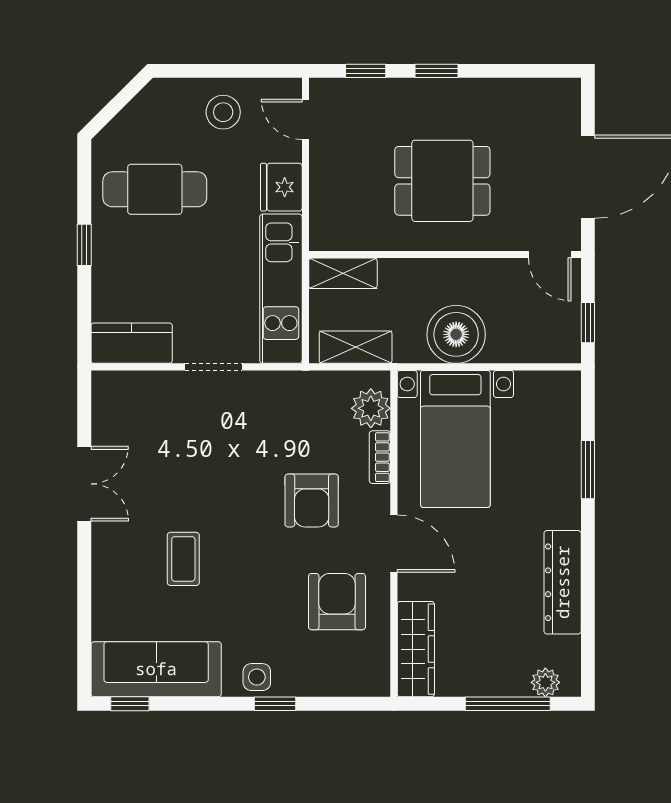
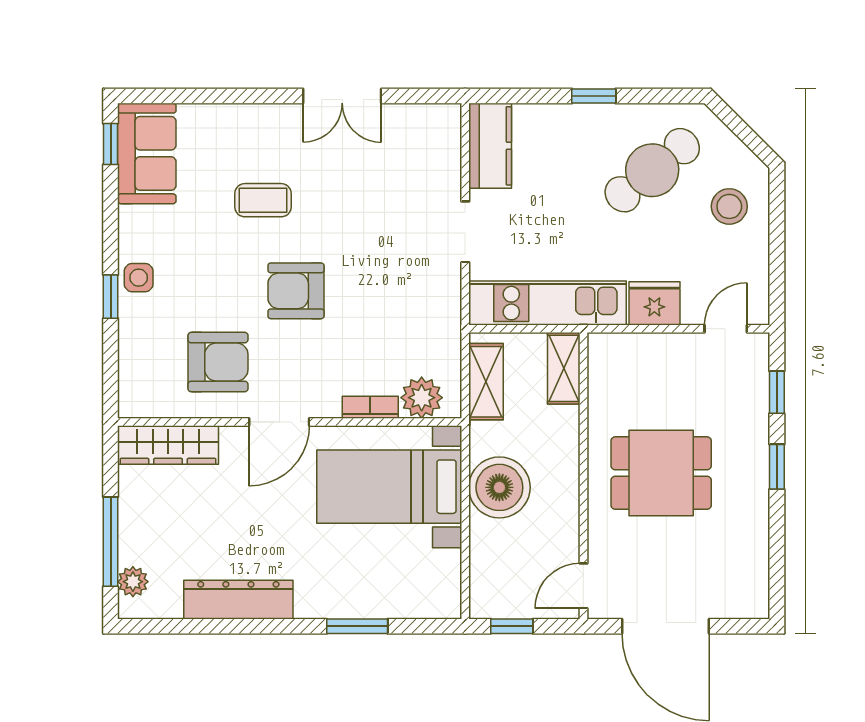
stool: (223, 112) -> (729, 206), moved
dining table: (442, 181) -> (661, 473), turned 90
cafe table: (155, 189) -> (652, 170), turned 51
armchair: (312, 500) -> (296, 291), moved
sofa: (156, 669) -> (147, 153), width x0.73

